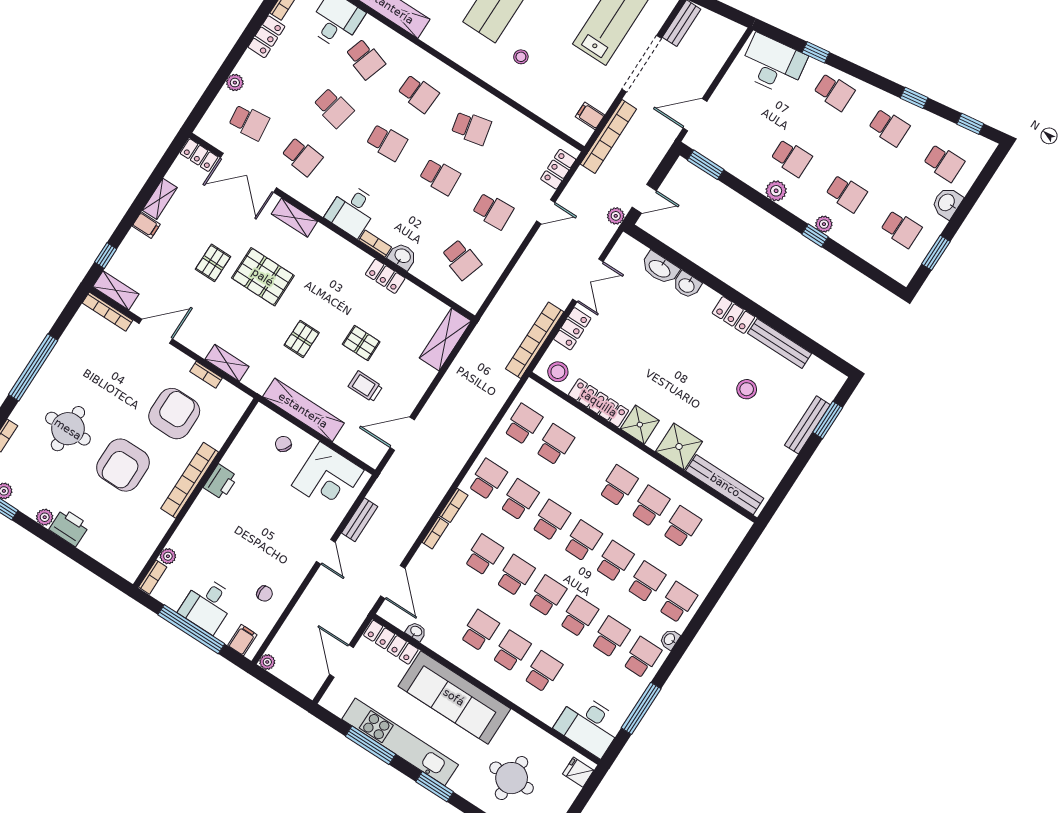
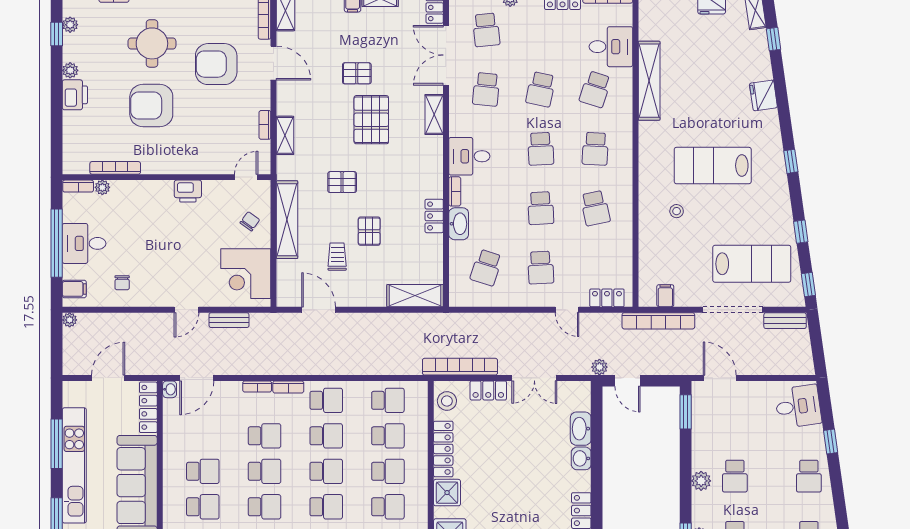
desk: (773, 64) -> (798, 406), width x0.73
washbasin: (402, 256) -> (459, 224), width x1.38
armchair: (174, 414) -> (216, 64), moved, turned 180
door: (242, 422) -> (246, 177), added
school desk: (587, 465) -> (388, 471), added
bookcase: (190, 480) -> (115, 168), moved, width x0.68, depth x0.76
washbasin: (416, 631) -> (170, 389), moved

